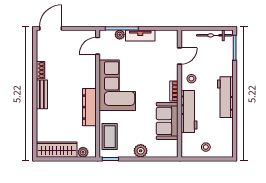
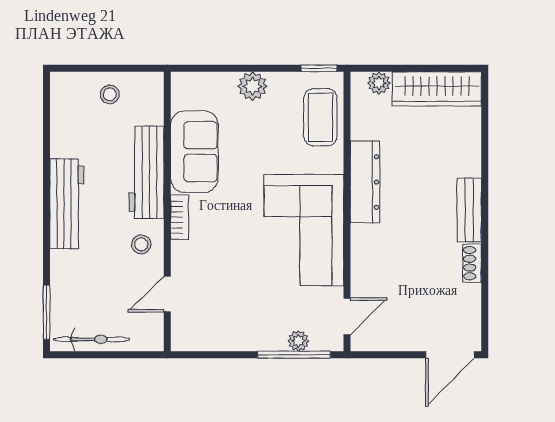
tv unit: (140, 35) -> (254, 339), removed

